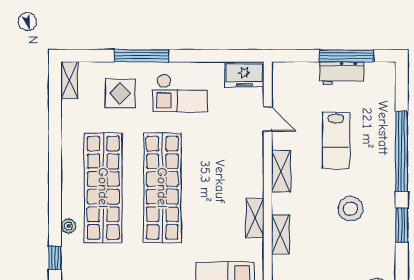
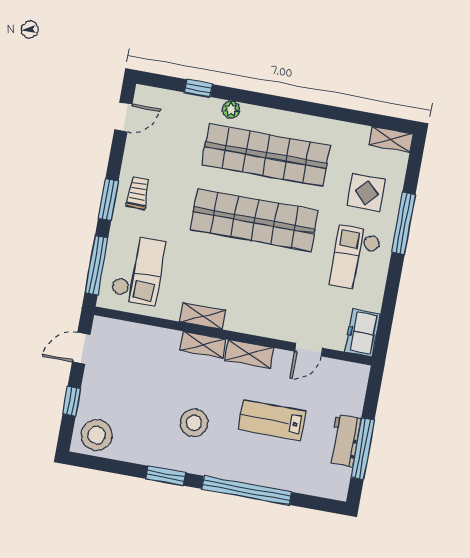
shelving: (280, 234) -> (203, 345), moved

